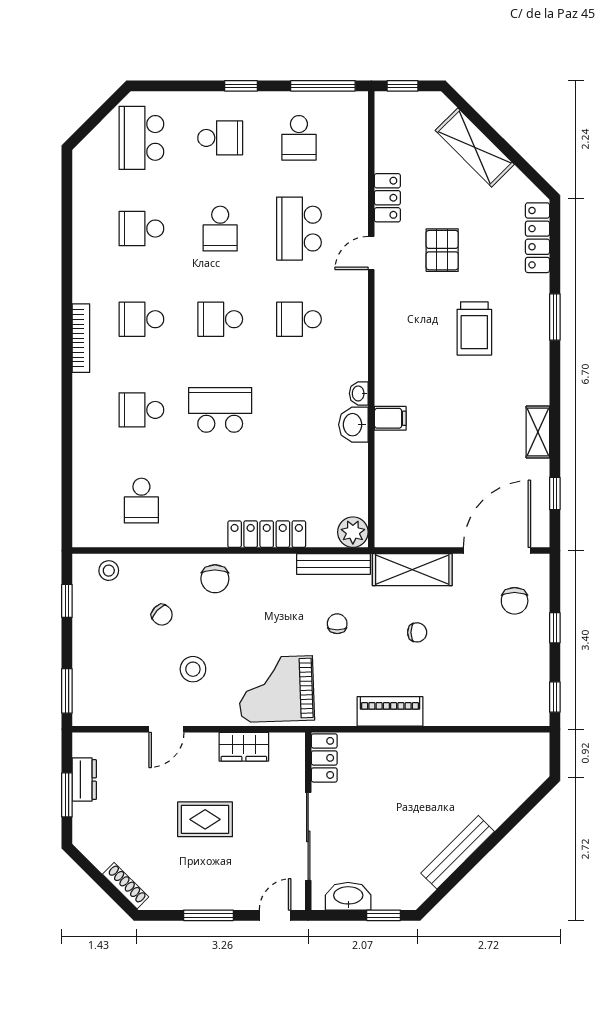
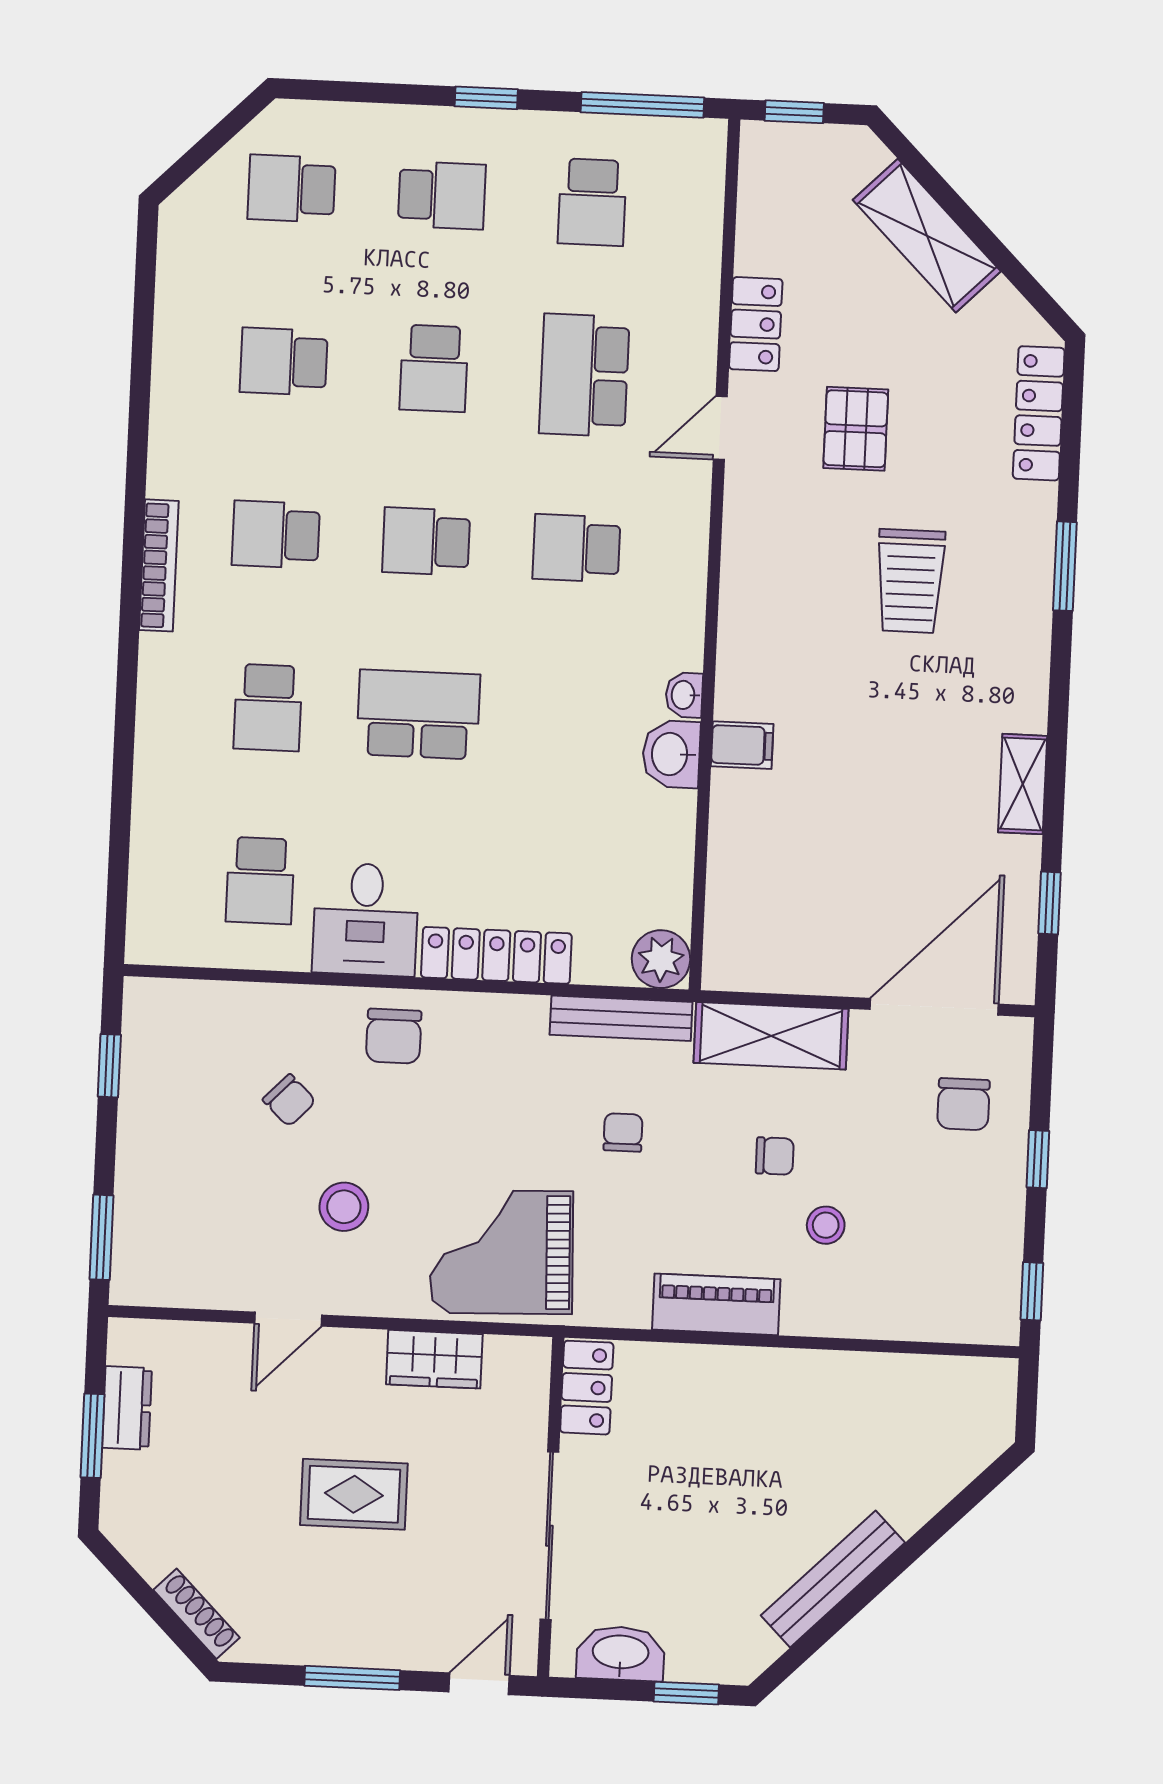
school desk: (141, 138) -> (292, 189), width x0.54
school desk: (141, 410) -> (268, 708), turned -90
desk: (197, 518) -> (366, 919), added
stool: (109, 571) -> (826, 1225), moved

